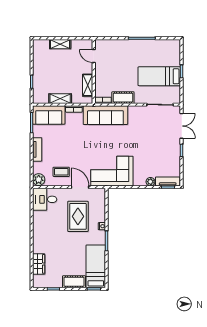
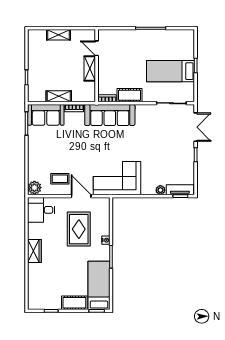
shelving: (88, 85) -> (90, 68), moved
tv unit: (37, 149) -> (33, 154), removed
wardrobe: (39, 264) -> (34, 251), moved

